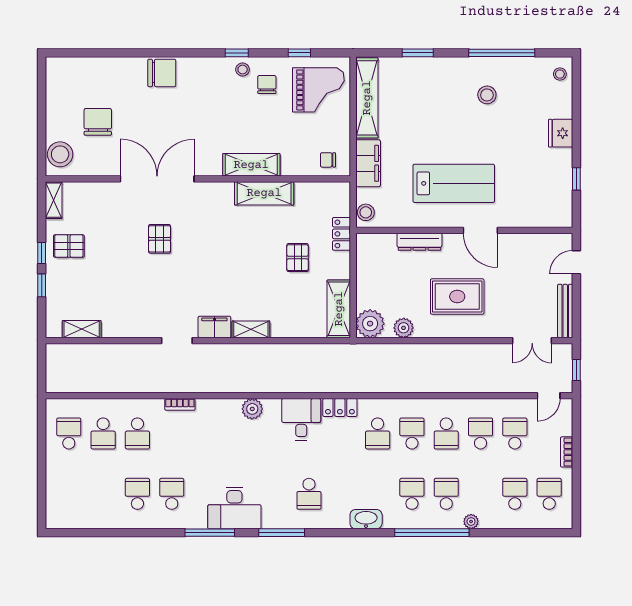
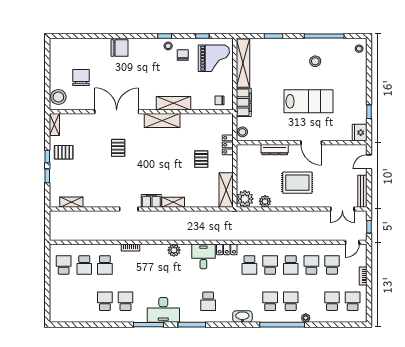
fridge: (561, 133) -> (360, 133), moved
lab bench: (454, 183) -> (309, 101), moved
shelving: (264, 193) -> (162, 120), moved

